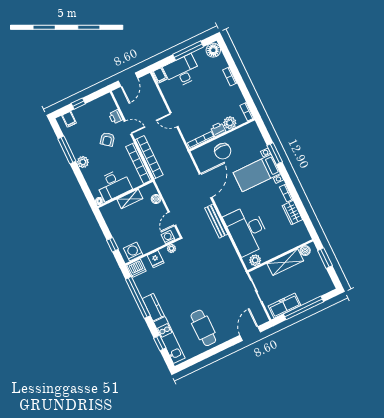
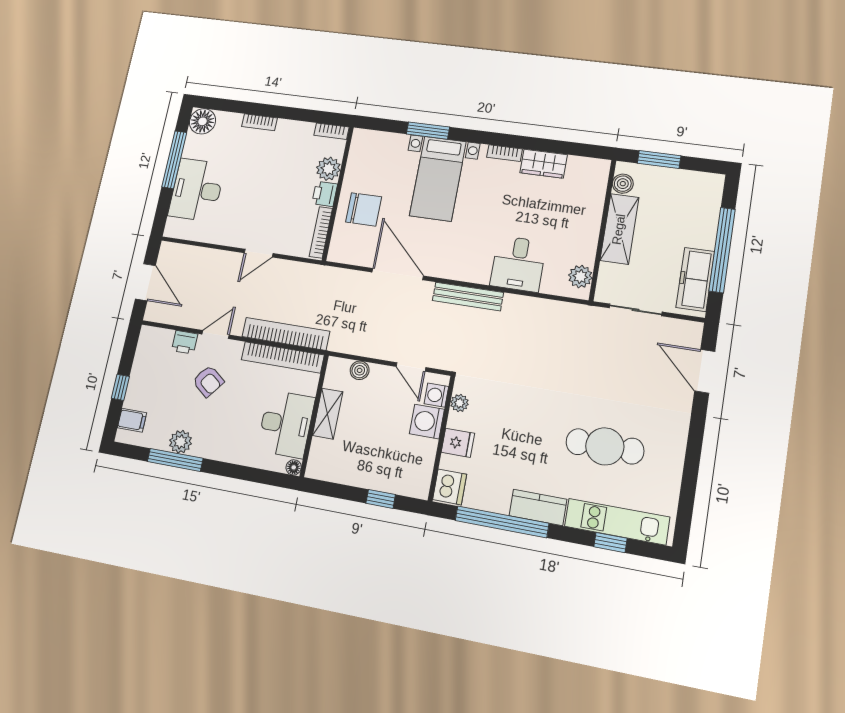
filing cabinet: (160, 75) -> (177, 228), removed
plant: (83, 162) -> (181, 442), moved
desk: (247, 230) -> (518, 264), width x0.53, depth x0.77
washing machine: (133, 252) -> (427, 422), moved
cafe table: (203, 328) -> (605, 446), moved

